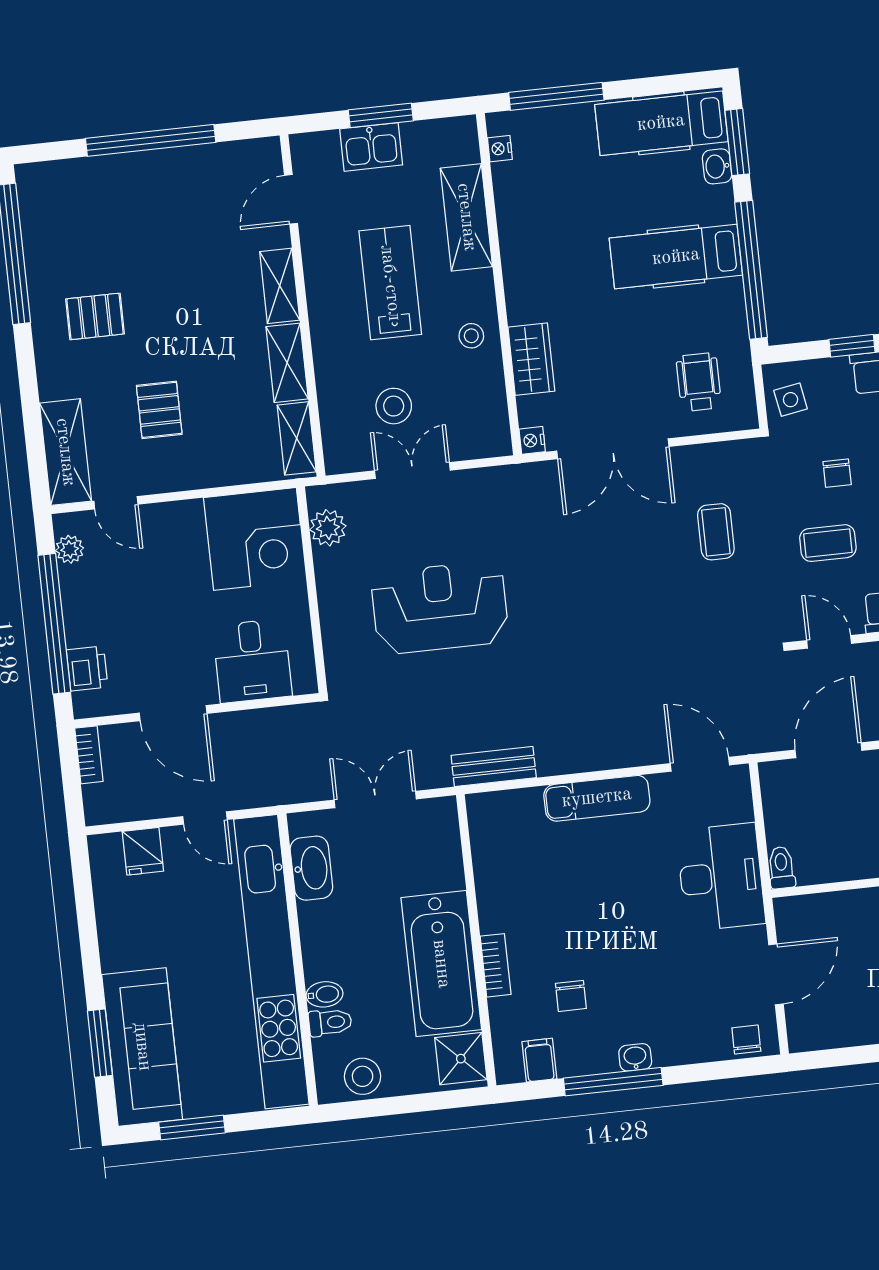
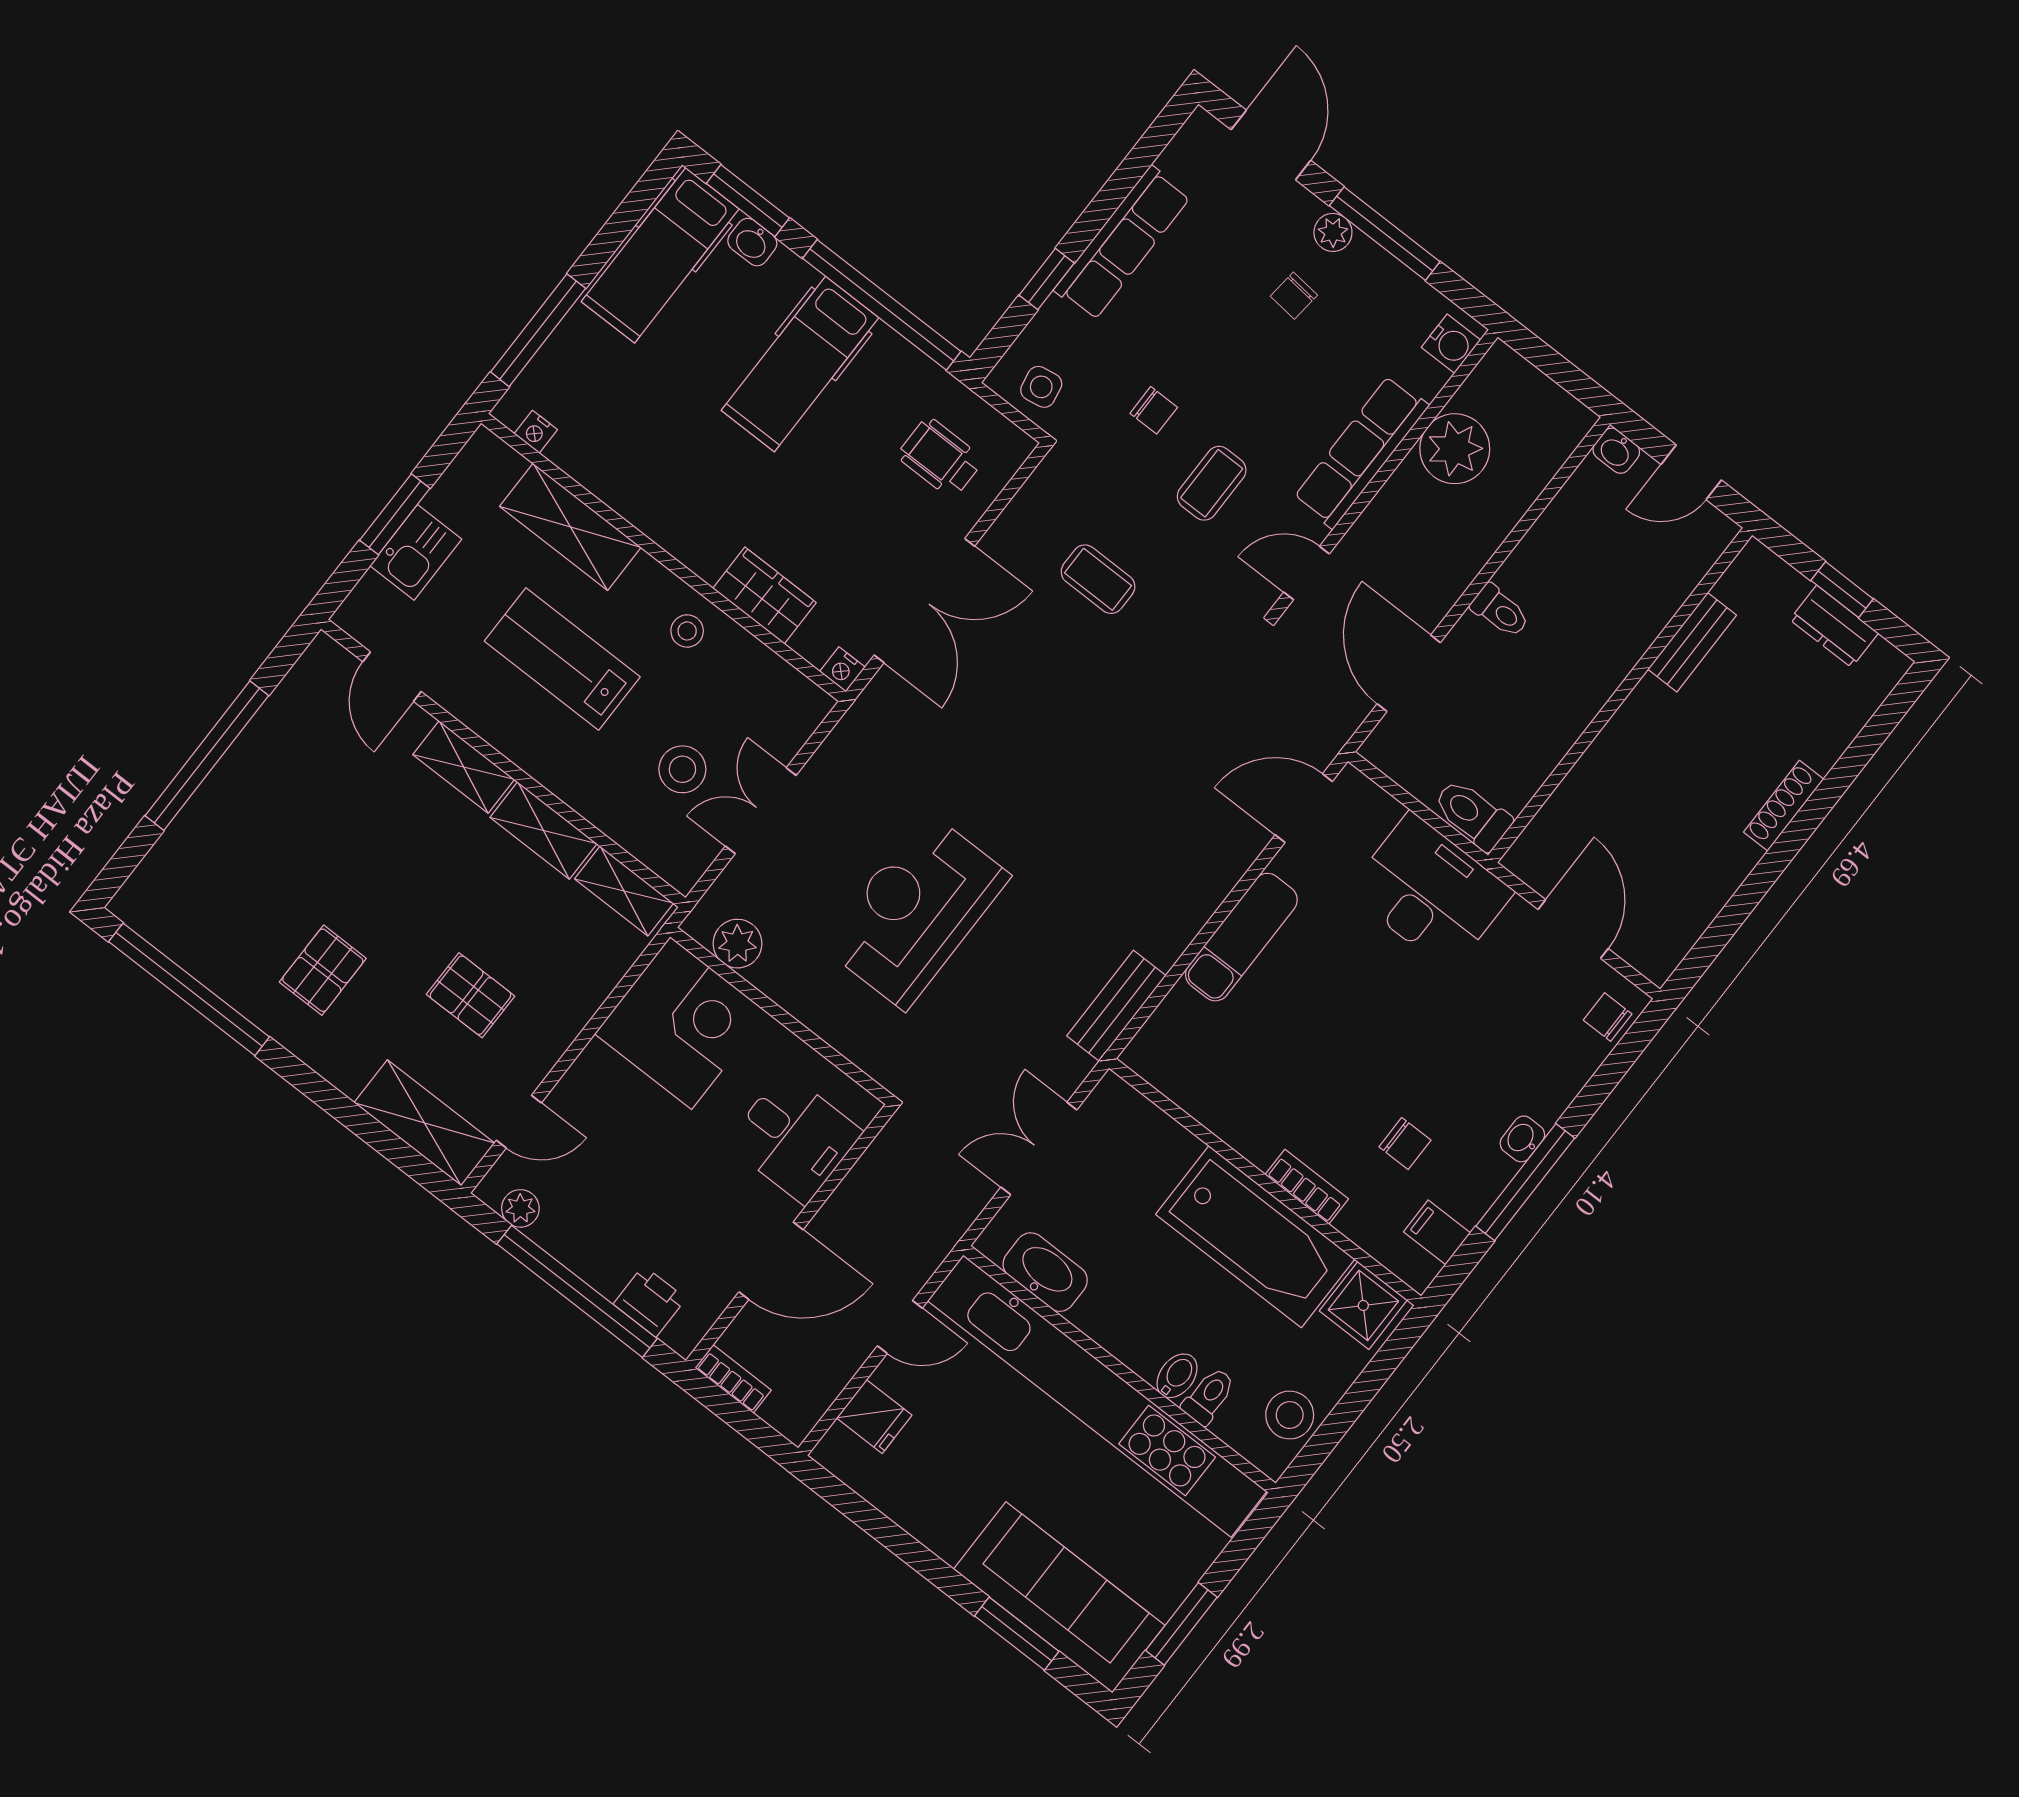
toilet: (781, 868) -> (1472, 814), width x1.37, depth x1.39

